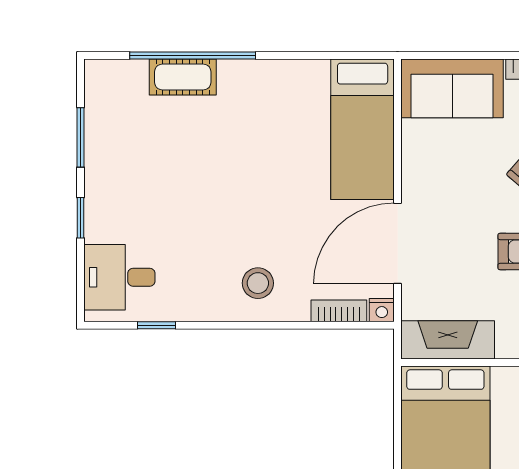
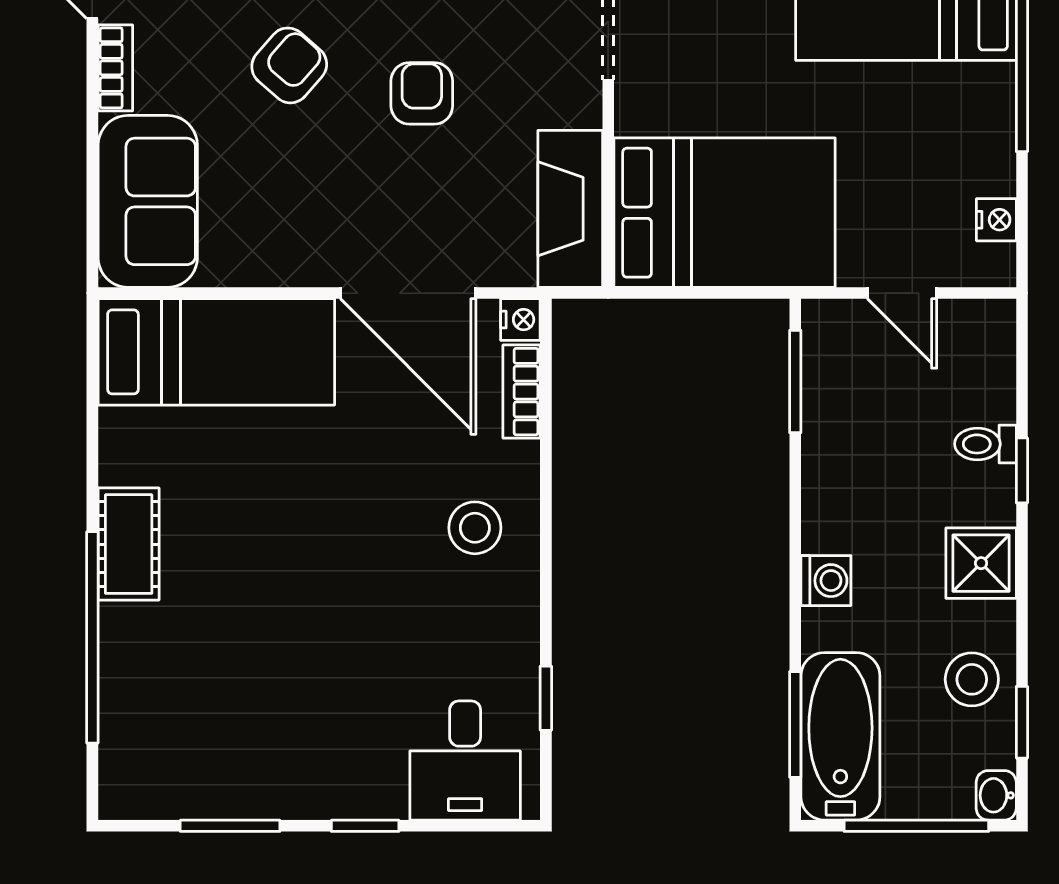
cot: (183, 77) -> (129, 544), moved

